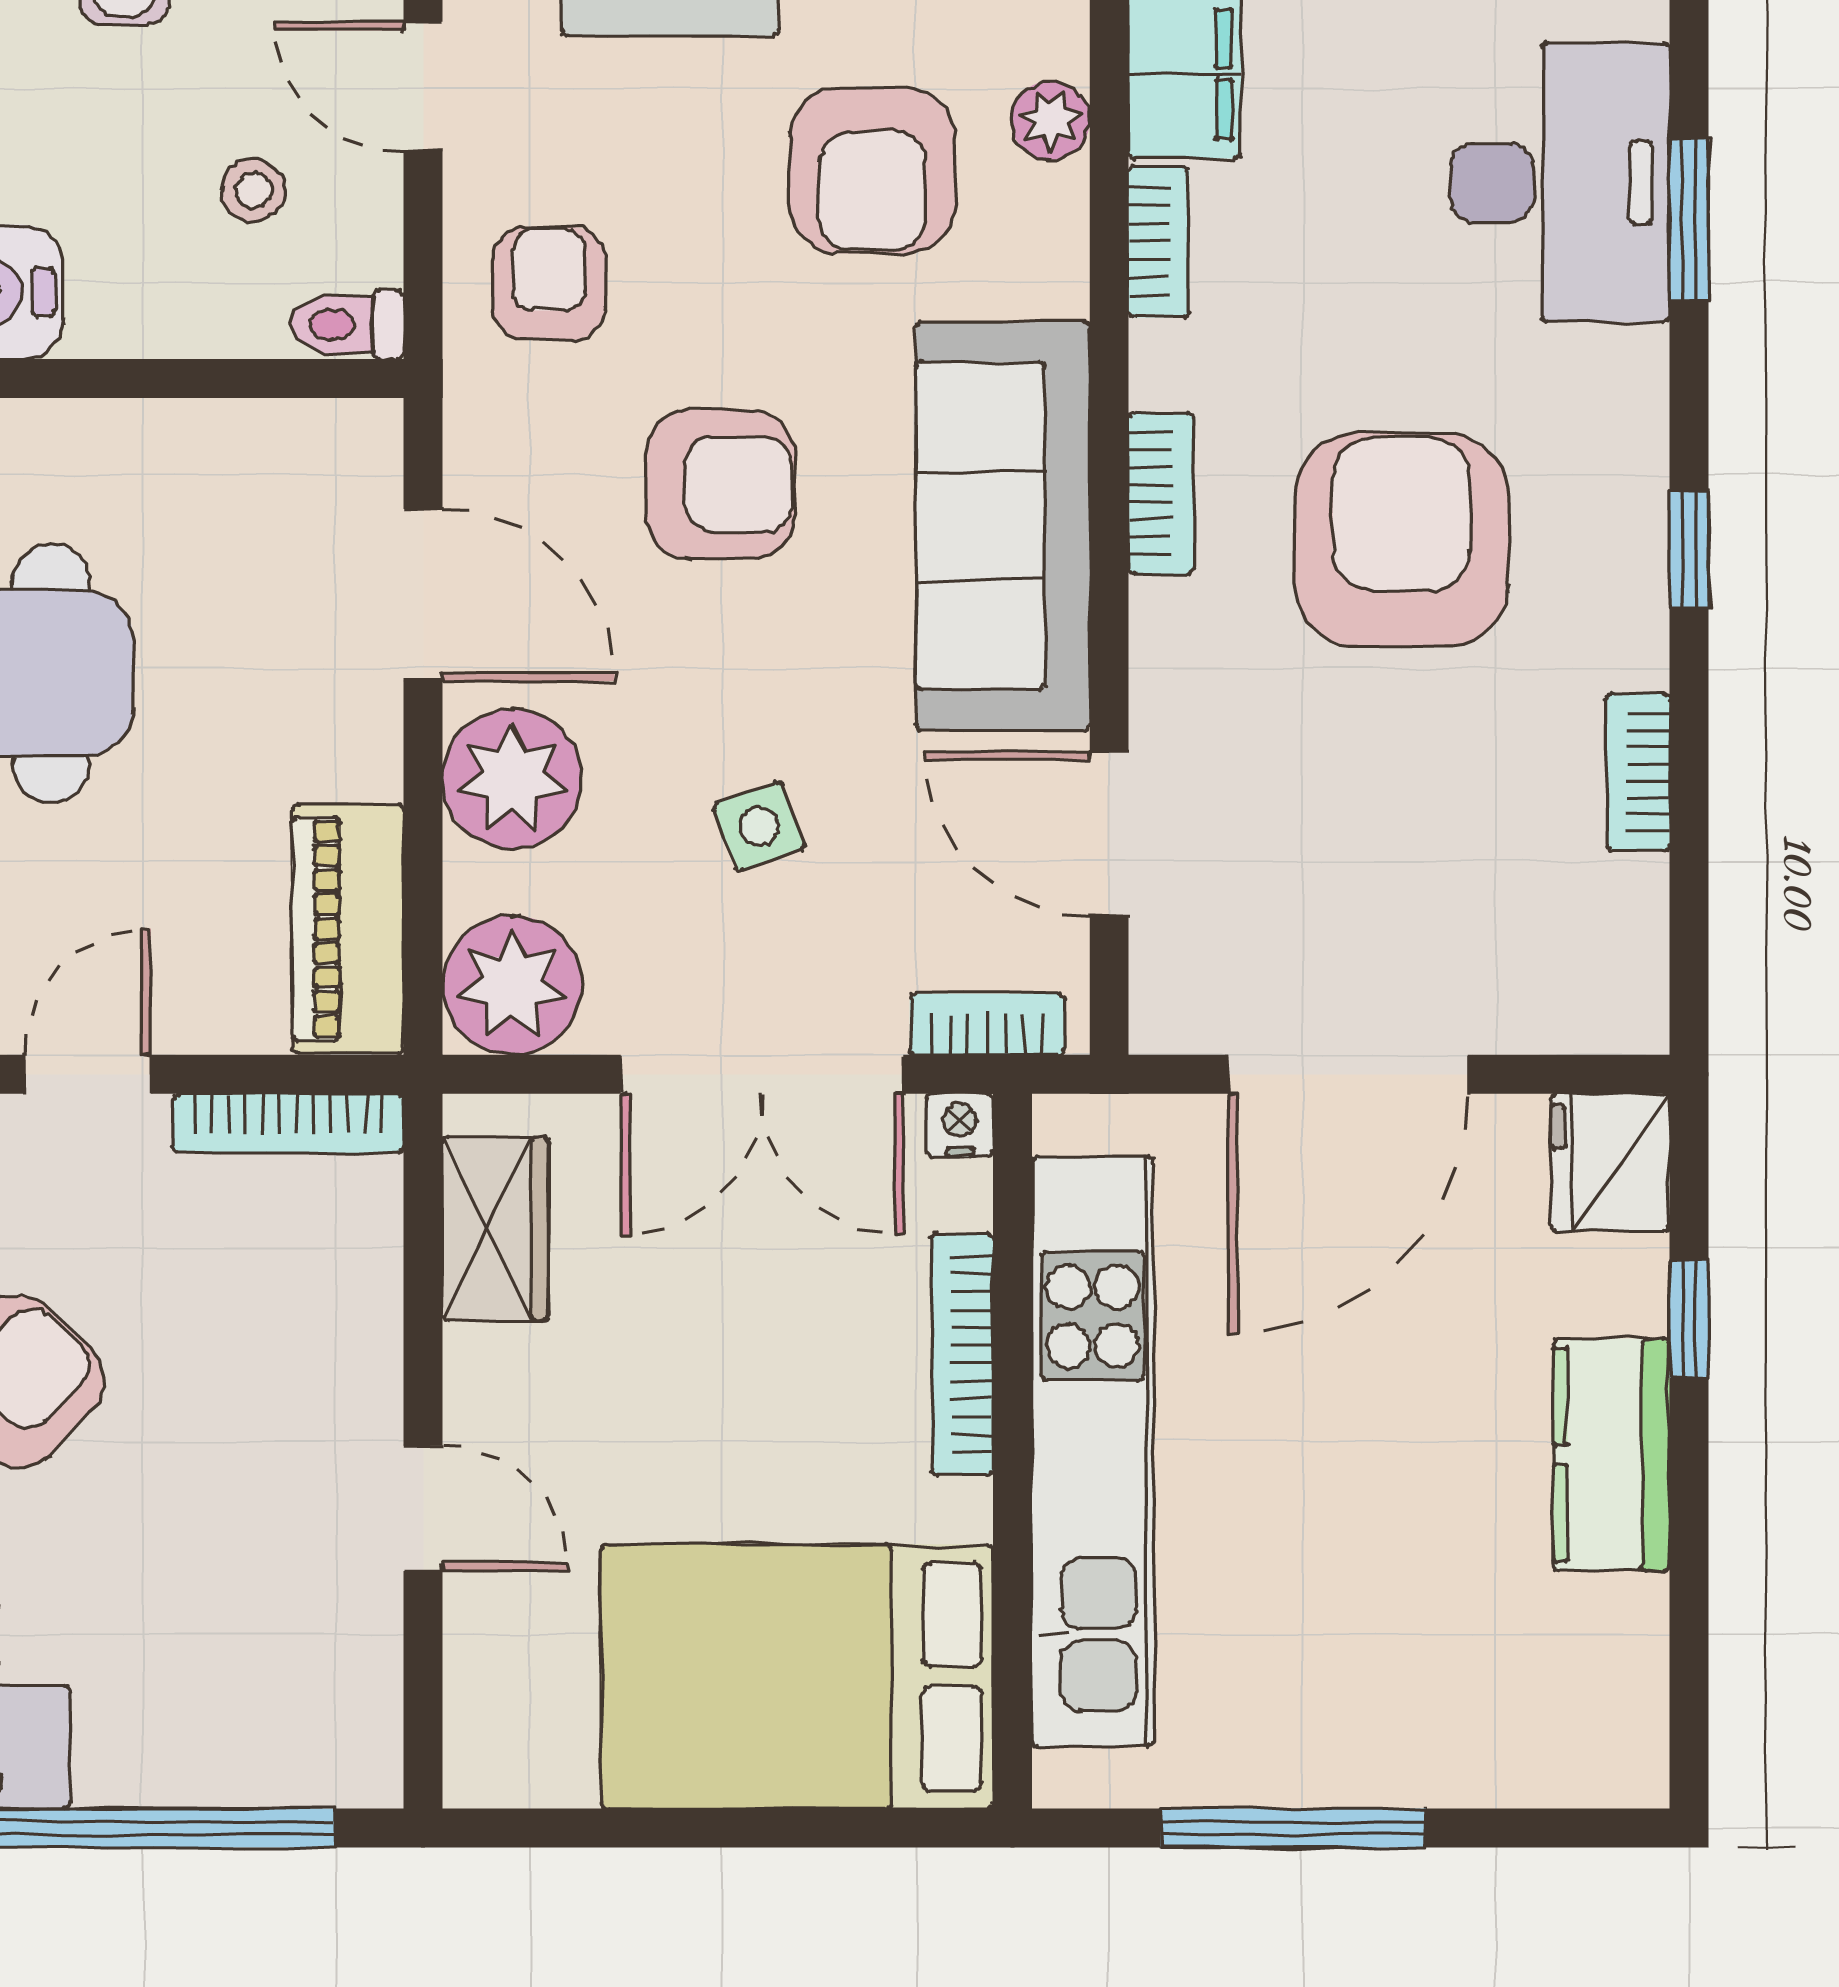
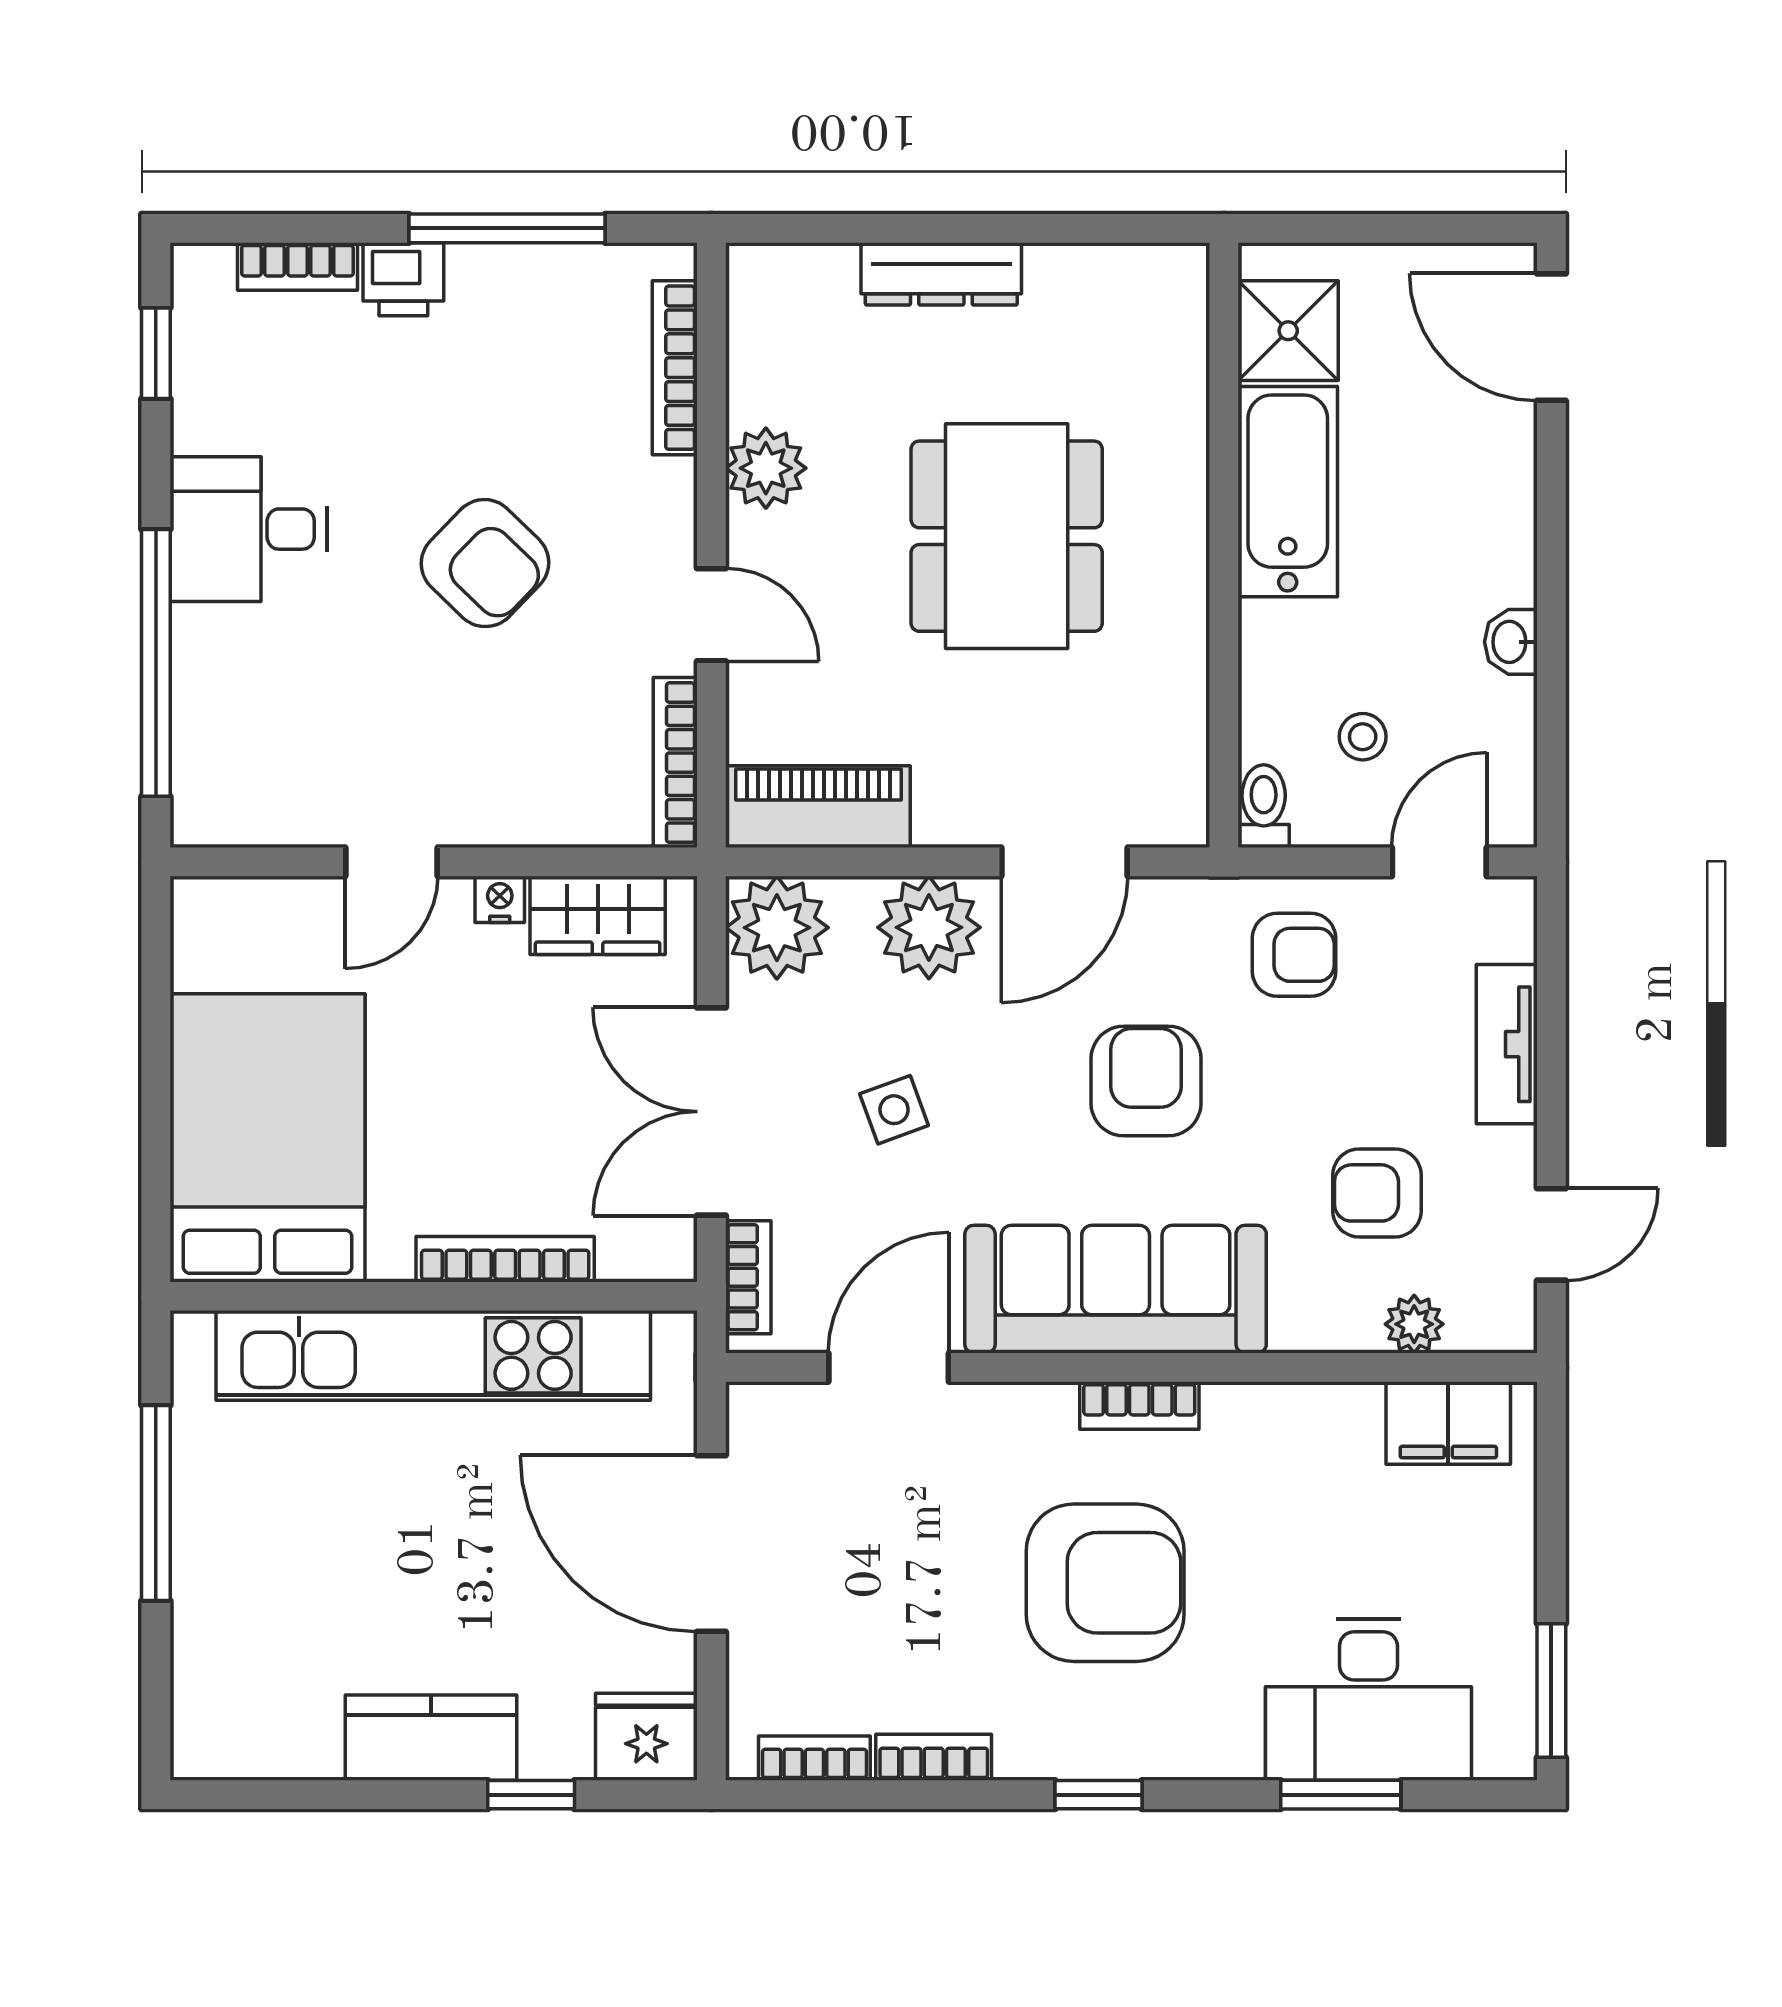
armchair: (872, 171) -> (1377, 1193), width x0.72, depth x0.72
bookcase: (1159, 242) -> (814, 1758), moved, turned 180
armchair: (720, 484) -> (1146, 1081), turned 180
nightstand: (960, 1125) -> (500, 899), moved, turned -90

